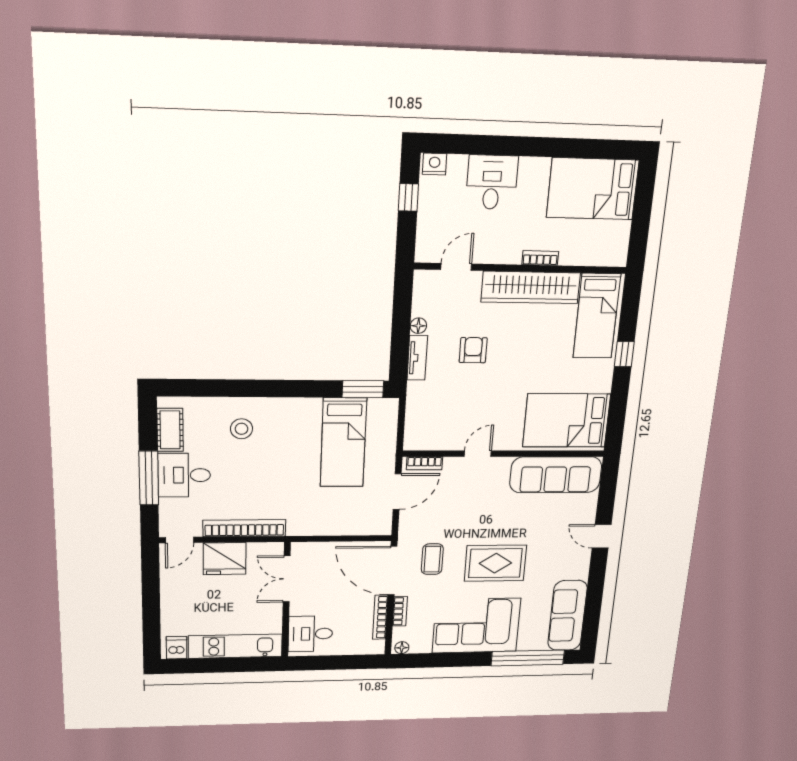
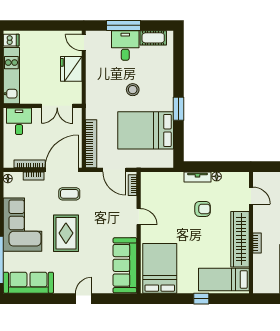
window: (363, 389) -> (178, 109), moved
stool: (241, 429) -> (133, 90), moved
bed: (343, 443) -> (146, 130), width x1.50
bookcase: (244, 528) -> (91, 144), moved
double door: (287, 579) -> (57, 106), swing flipped

